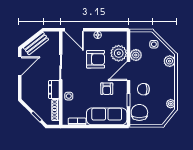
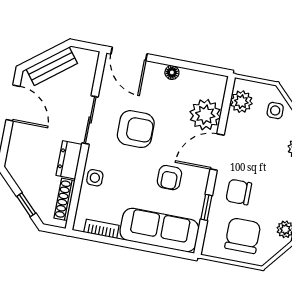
plant: (136, 55) -> (241, 102), moved
armchair: (96, 59) -> (136, 129), moved
door: (20, 66) -> (13, 103), hinge flipped
chair: (139, 112) -> (243, 236), moved

